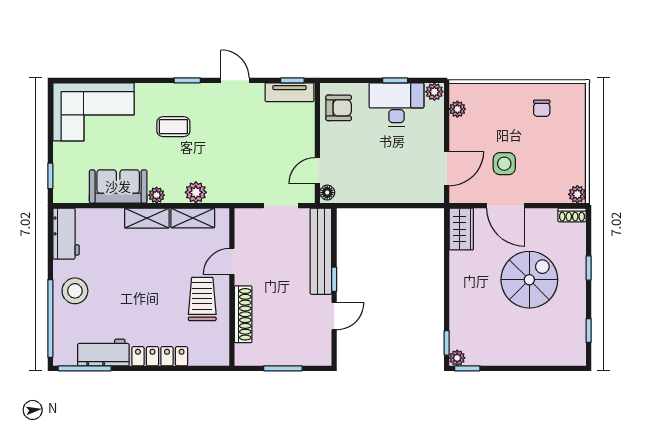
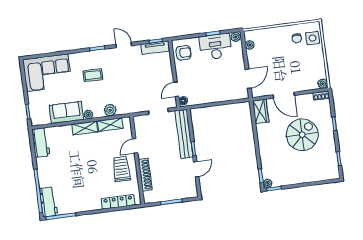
side table: (504, 164) -> (313, 38), moved
stool: (75, 291) -> (50, 174), removed
workbench: (103, 353) -> (49, 202), moved, turned 90
locker: (160, 356) -> (118, 202), moved

